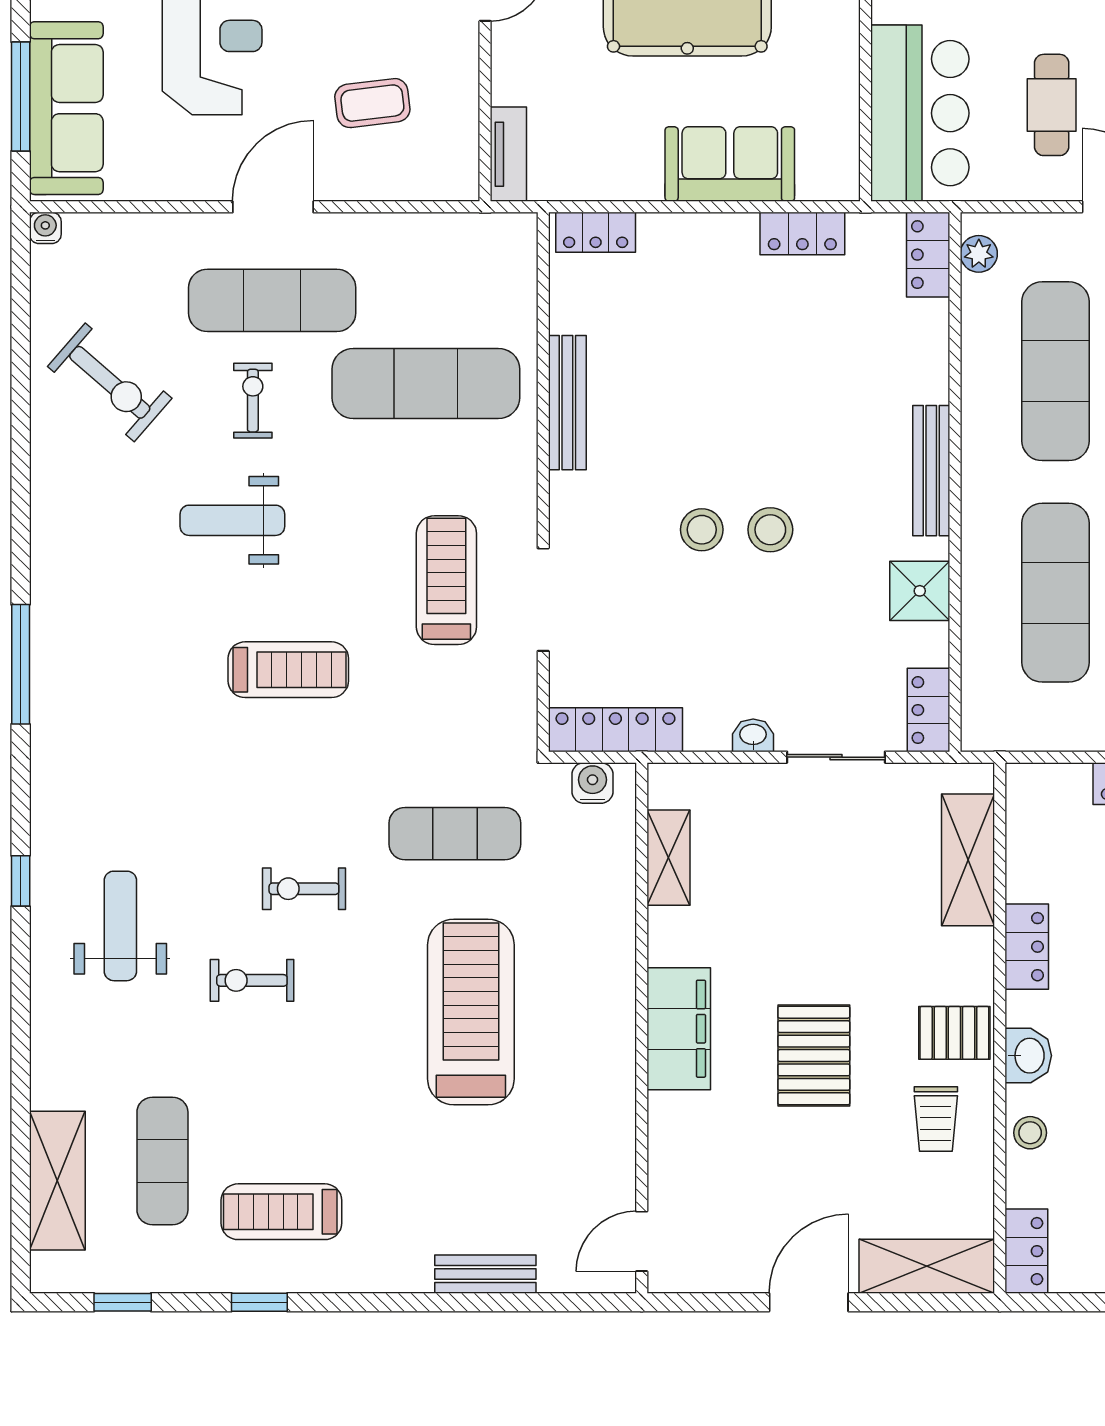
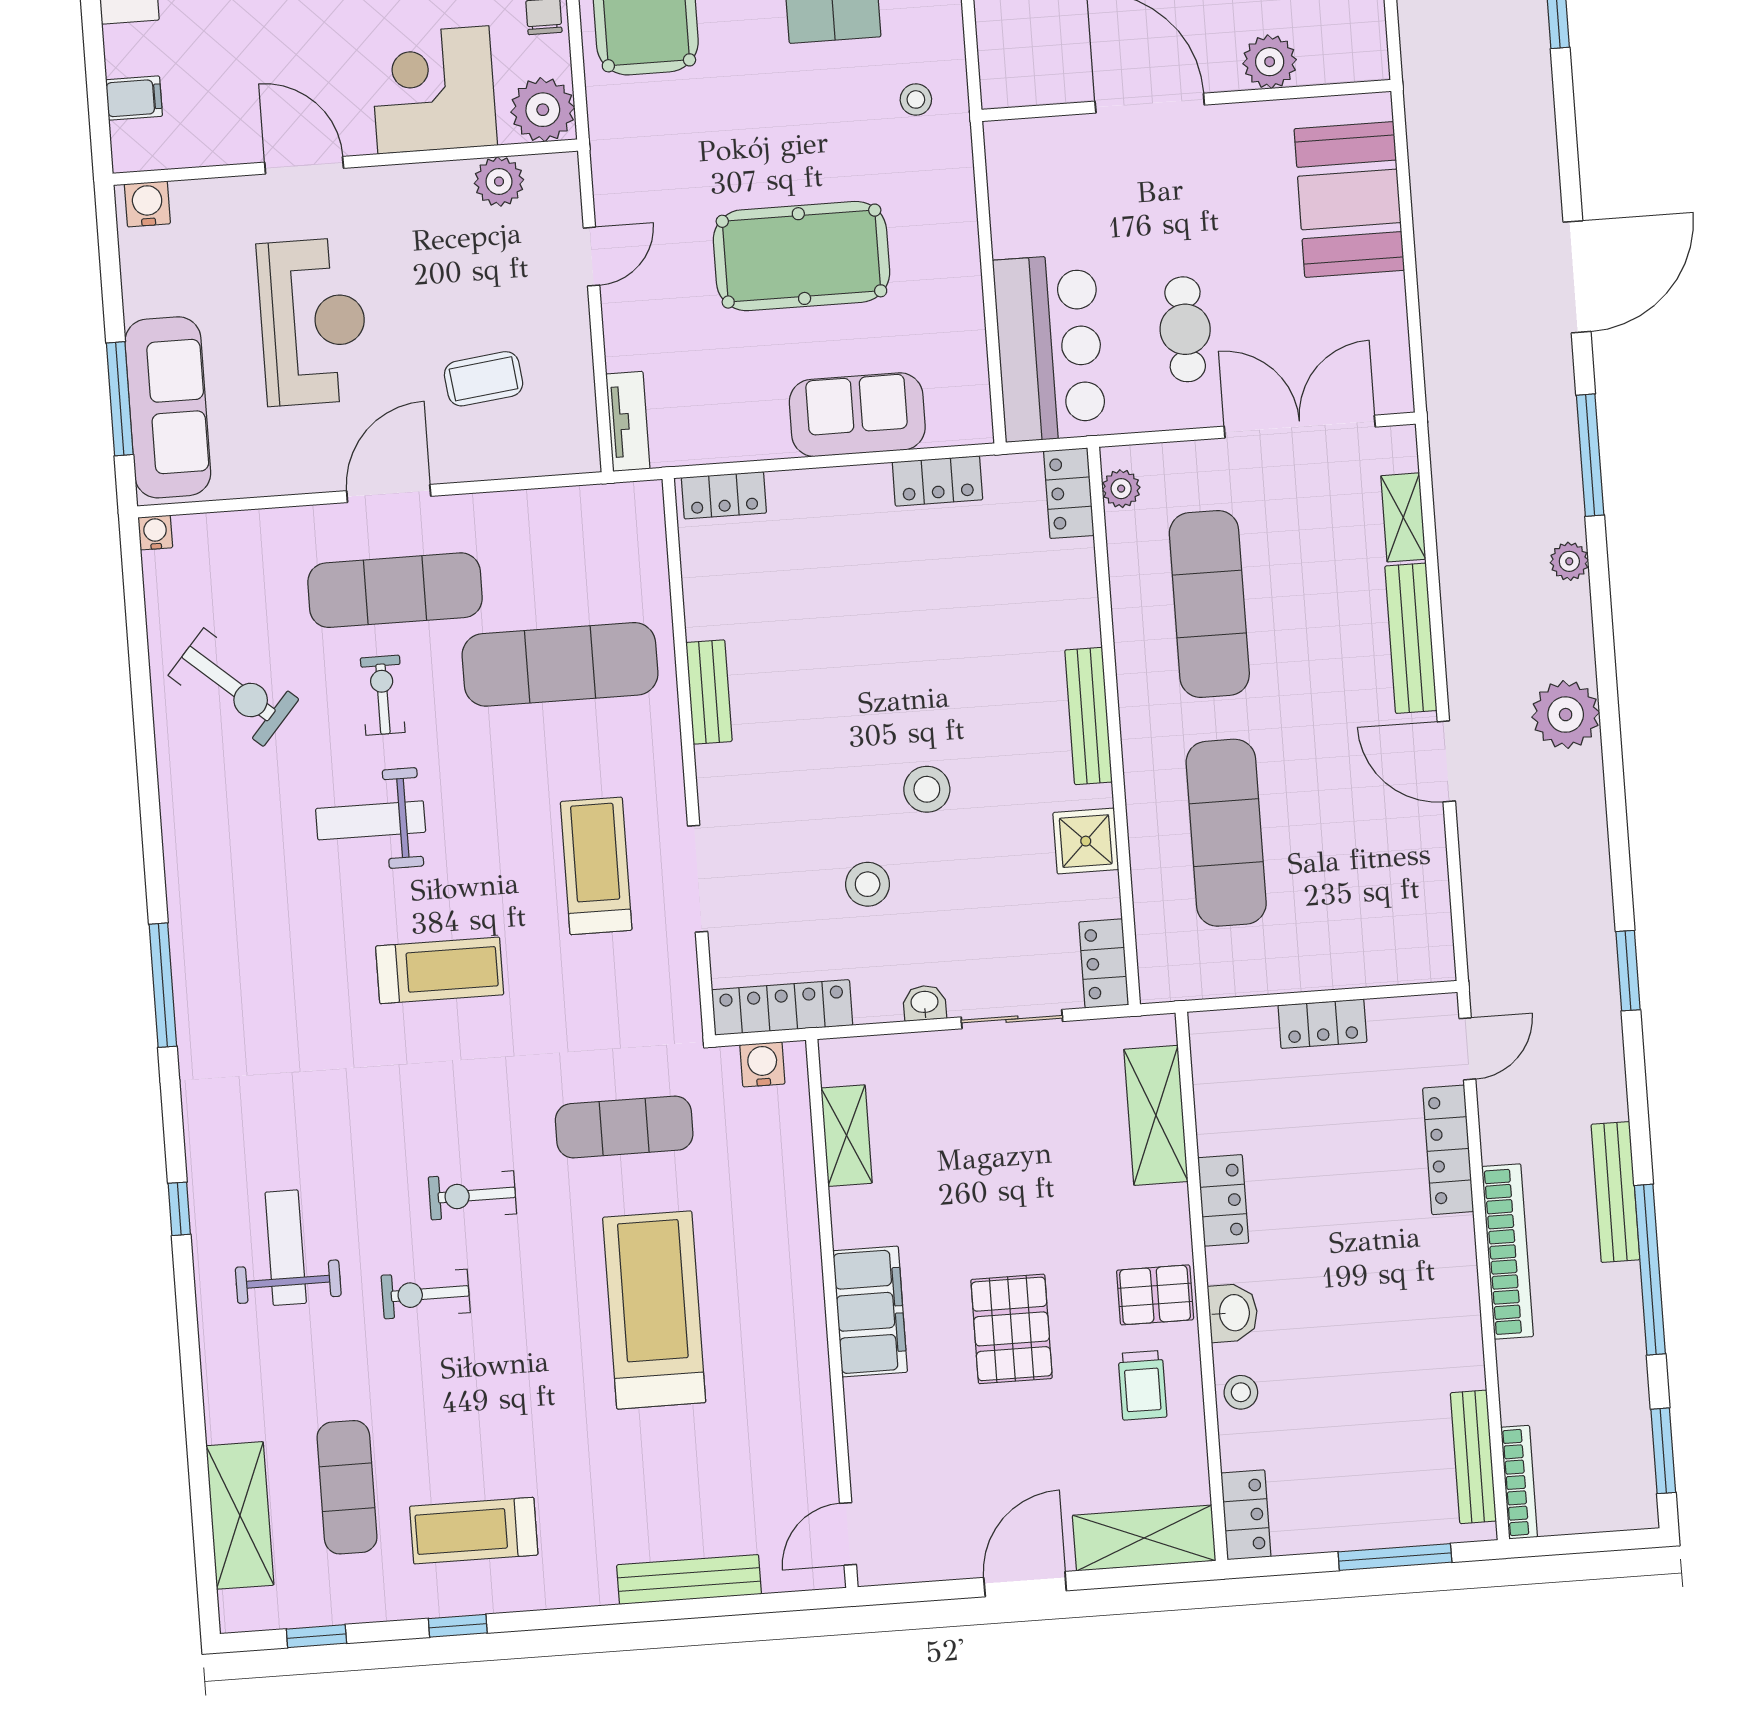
bench: (567, 403) -> (709, 692), width x0.73
stool: (702, 530) -> (868, 884), moved
bench: (485, 1274) -> (689, 1579), width x1.36

